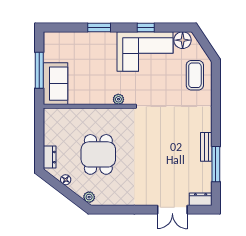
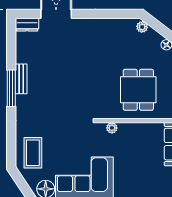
dining table: (98, 154) -> (138, 90), moved
window: (216, 164) -> (11, 88), moved

